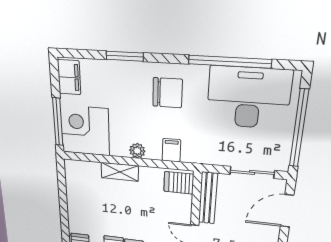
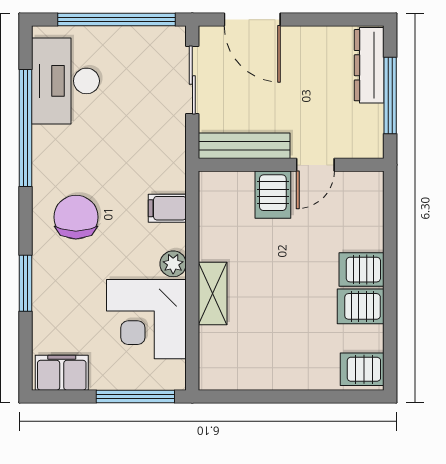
desk: (248, 98) -> (65, 81), width x0.73, depth x0.77
corner desk: (85, 131) -> (146, 319), moved
server rack: (179, 183) -> (273, 195), moved

